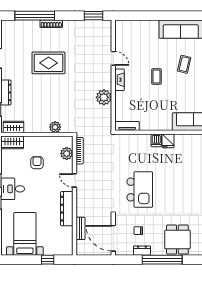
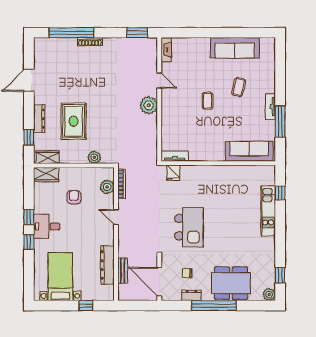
rug: (49, 63) -> (74, 121), moved, turned 90
fireplace: (120, 80) -> (166, 50), moved
plant: (104, 97) -> (149, 105), moved
dishwasher: (156, 140) -> (207, 172), removed
fridge: (168, 141) -> (173, 173), moved
dresser: (67, 209) -> (107, 265), moved
dining table: (177, 240) -> (231, 283), width x1.38

